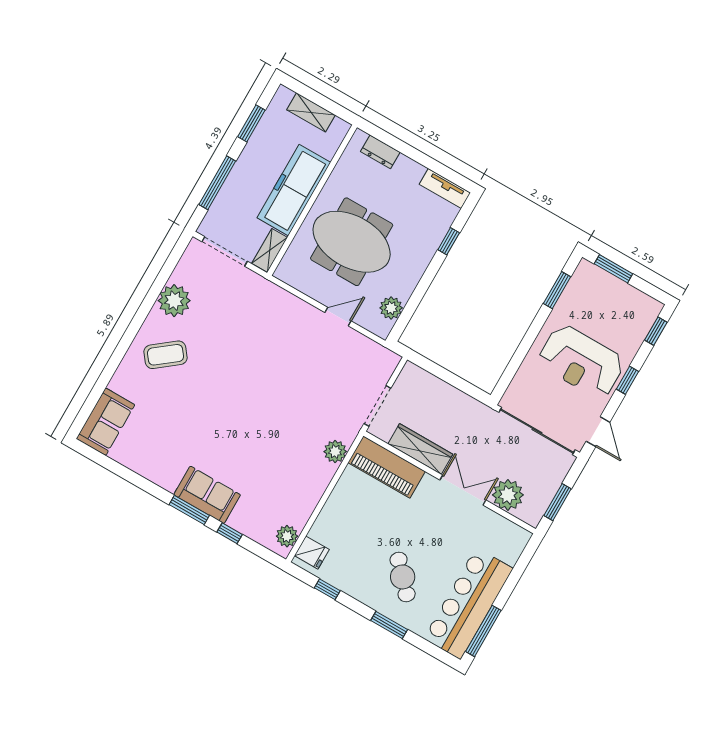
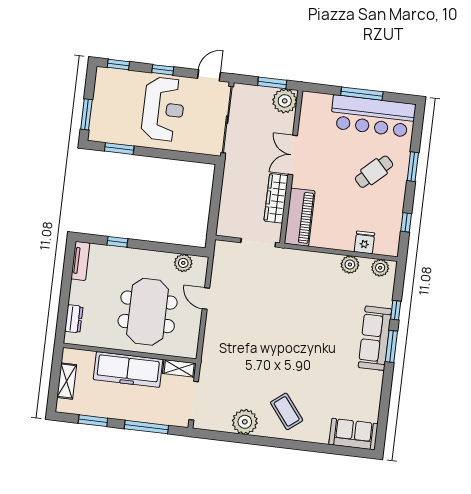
plant: (335, 452) -> (350, 265), moved
sofa: (207, 495) -> (375, 338), width x1.36
plant: (508, 495) -> (285, 101), moved
fridge: (312, 553) -> (364, 242), moved
window: (483, 631) -> (362, 94), moved

